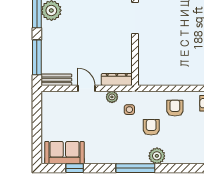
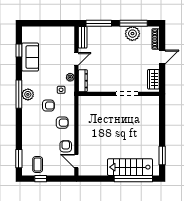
sofa: (64, 153) -> (30, 57), moved
plant: (157, 156) -> (28, 94), moved

